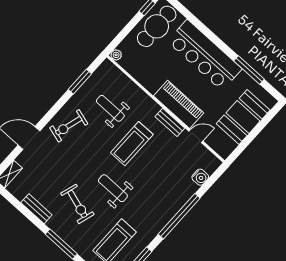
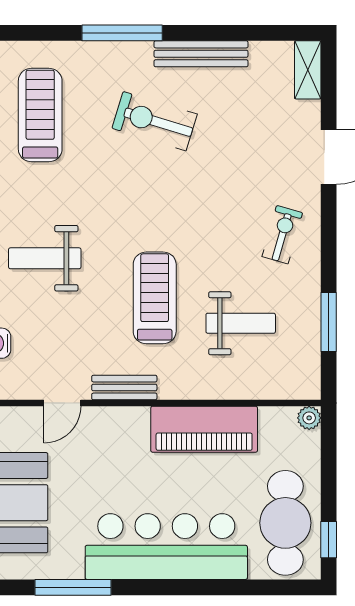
piano: (179, 104) -> (204, 429), moved
exercise bike: (69, 126) -> (282, 235), width x0.73, depth x0.72
weight bench: (113, 188) -> (45, 258), moved, turned 180
bench: (36, 209) -> (201, 54), width x1.36

